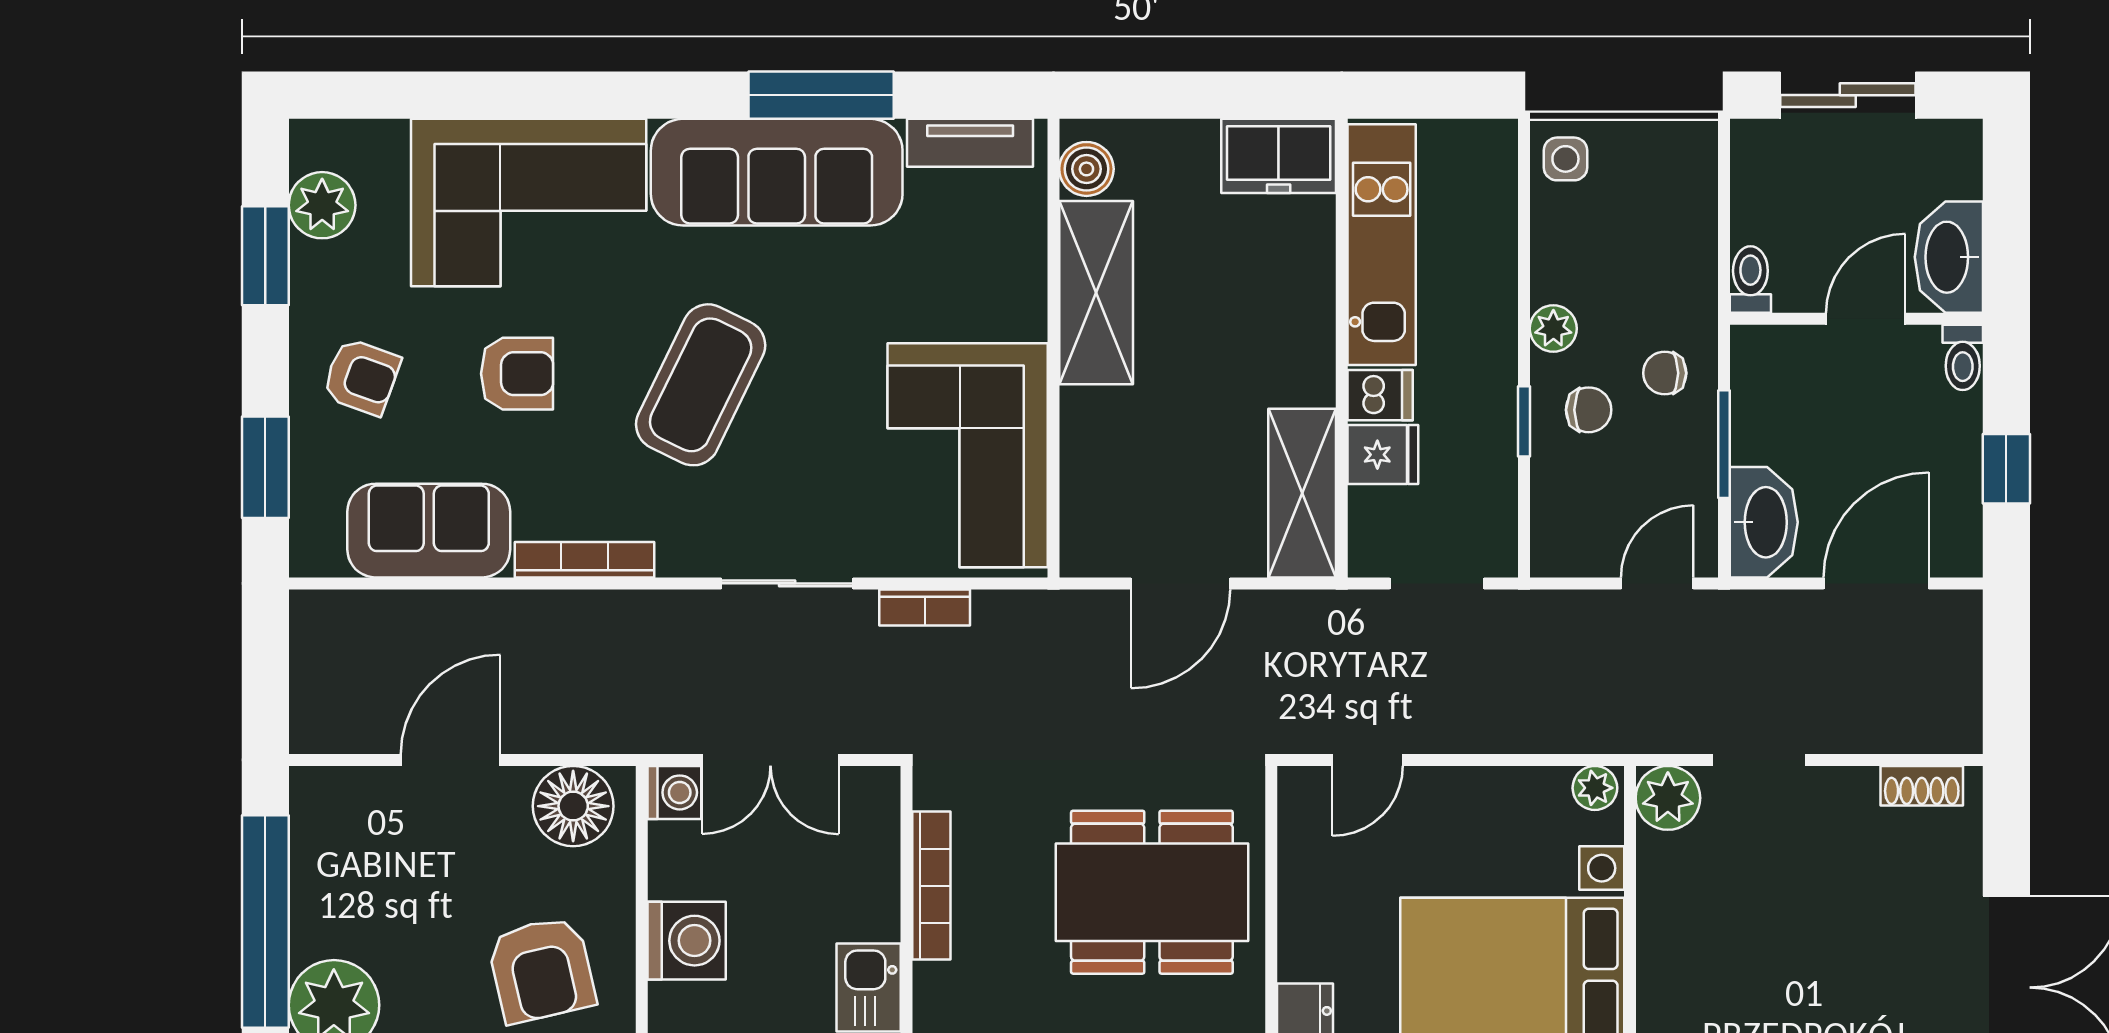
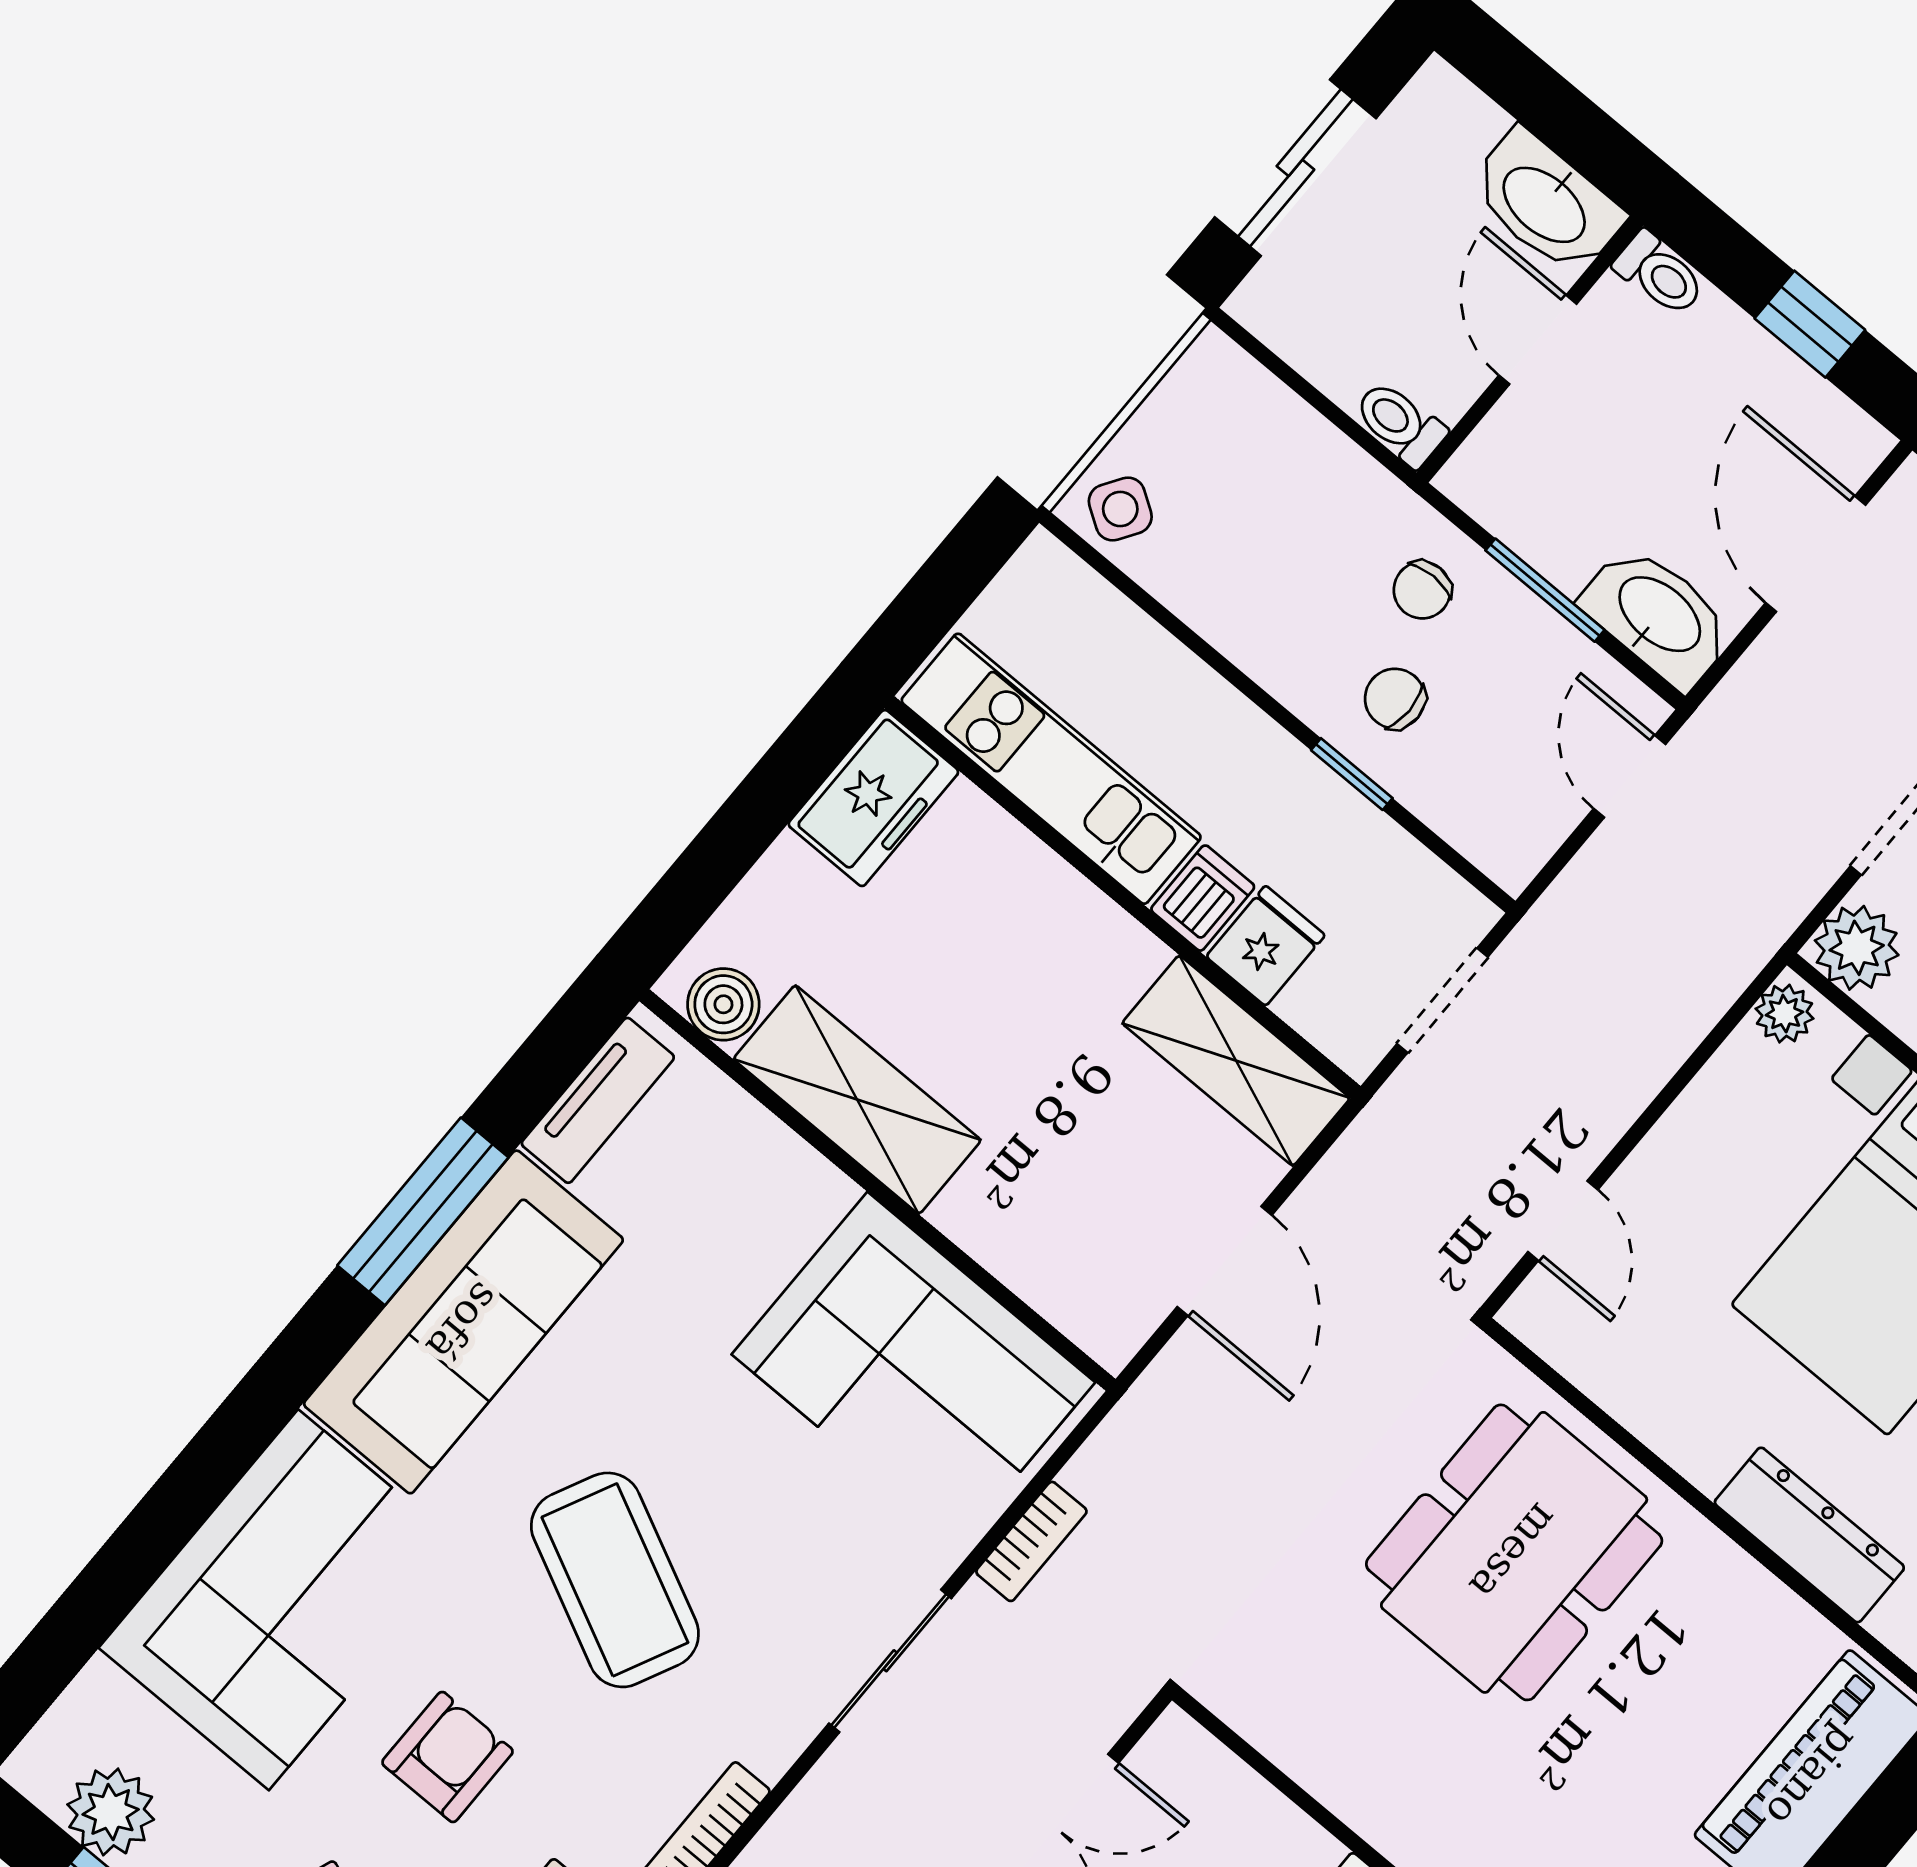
side table: (1565, 159) -> (1120, 509), turned 33
plant: (1553, 329) -> (1282, 665), removed
chair: (1589, 410) -> (1395, 699), turned -90
bookcase: (931, 886) -> (1320, 1771), removed

